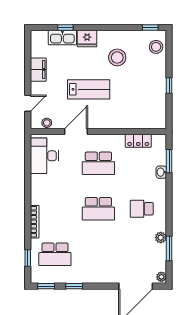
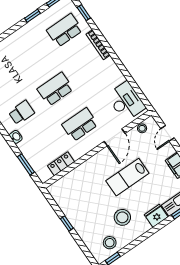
stool: (156, 47) -> (110, 243), moved
washbasin: (161, 172) -> (16, 137), moved

